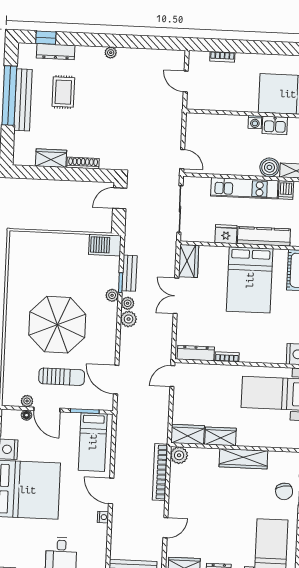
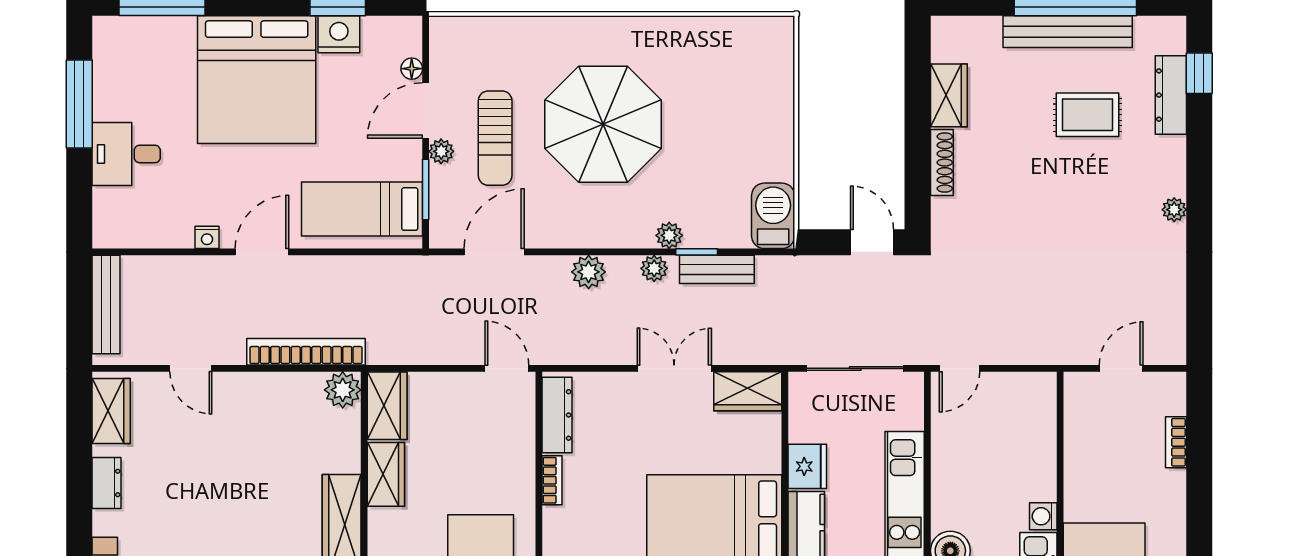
plant: (129, 319) -> (589, 272), moved
plant: (27, 401) -> (441, 151), moved

